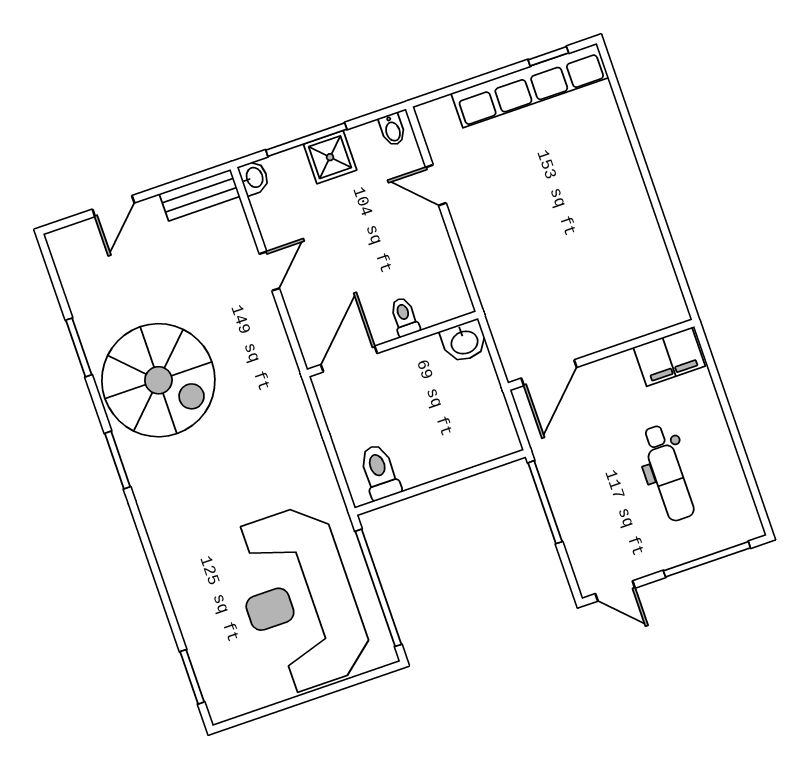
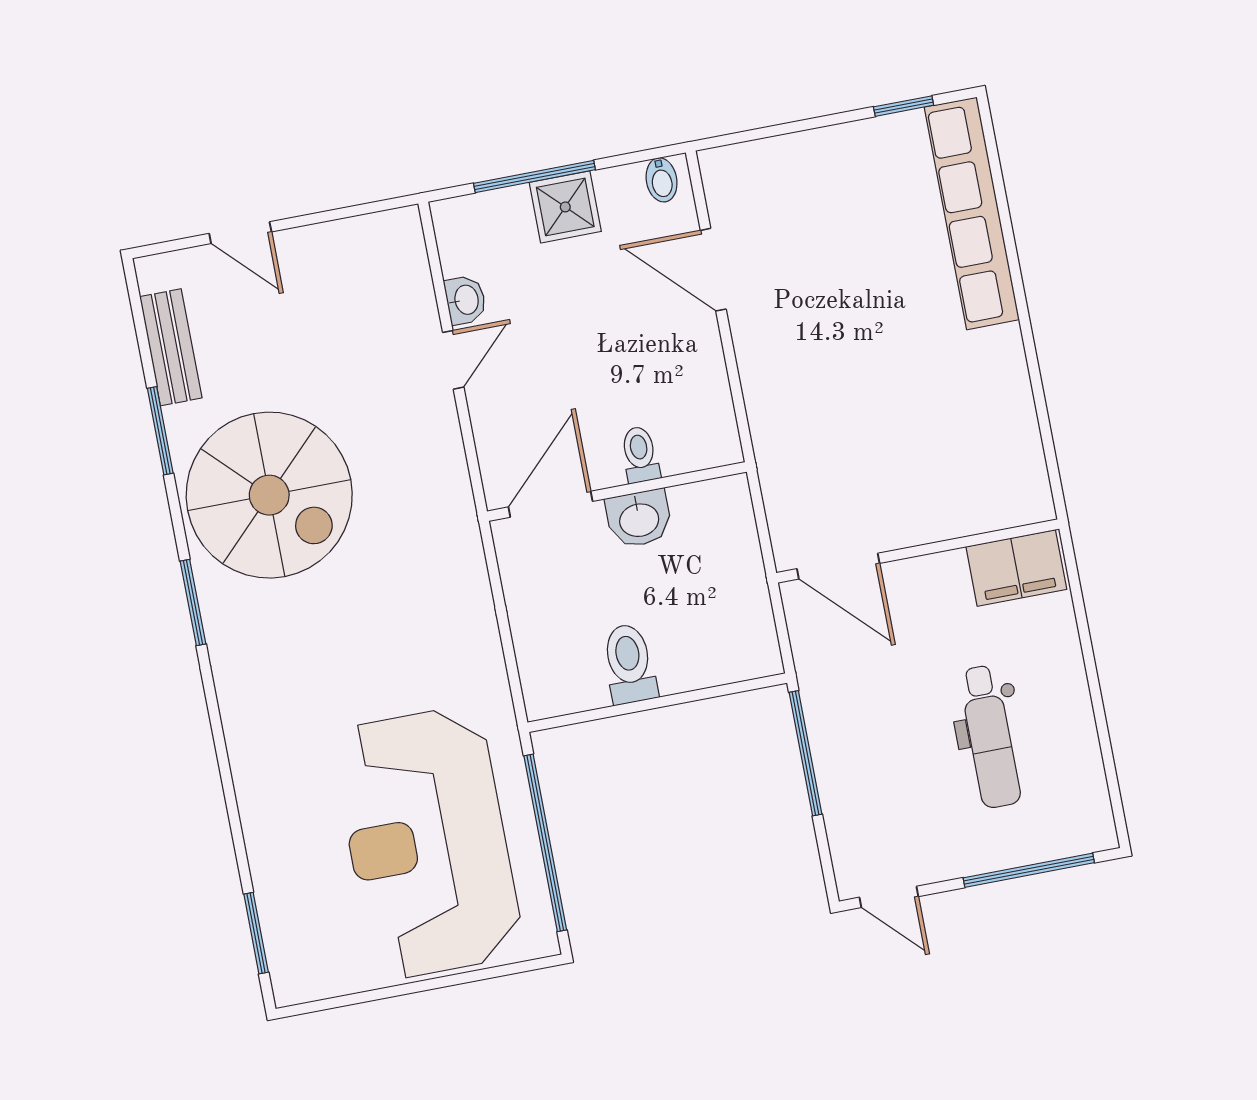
row of seats: (530, 85) -> (972, 213), moved, turned 90
washbasin: (254, 178) -> (465, 300), moved
door: (436, 185) -> (713, 270), width x1.38
bench: (200, 195) -> (171, 347), moved, turned 90
door: (113, 206) -> (240, 233), hinge flipped
washbasin: (464, 342) -> (639, 519), moved
door: (549, 373) -> (838, 566), hinge flipped
toilet: (380, 472) -> (629, 664), moved

